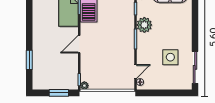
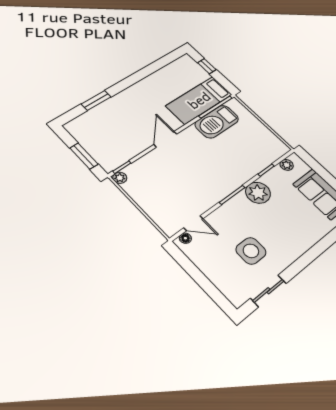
door: (79, 44) -> (165, 139), hinge flipped
sliding door: (195, 67) -> (268, 291), width x0.73

